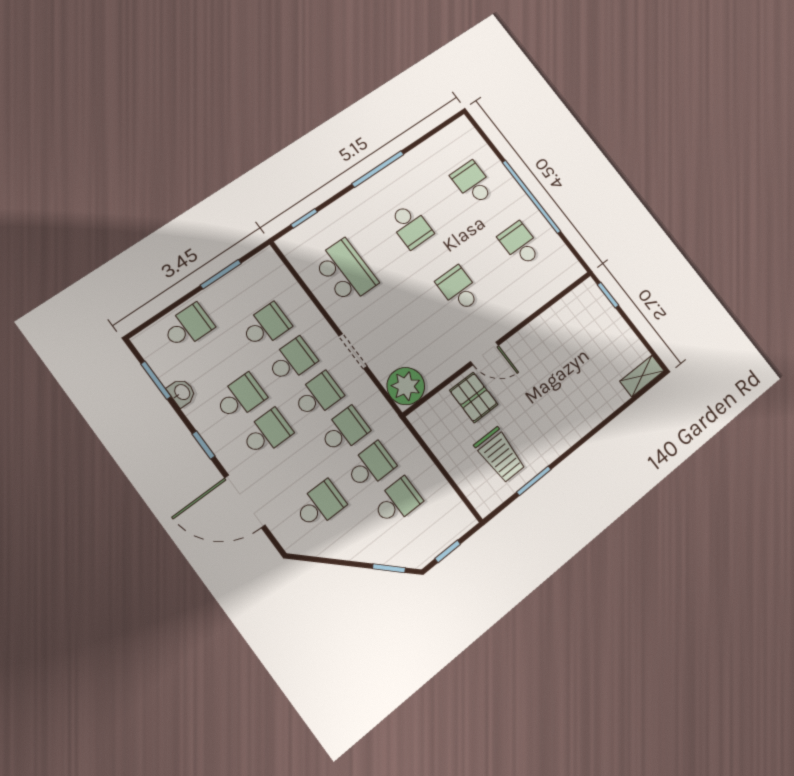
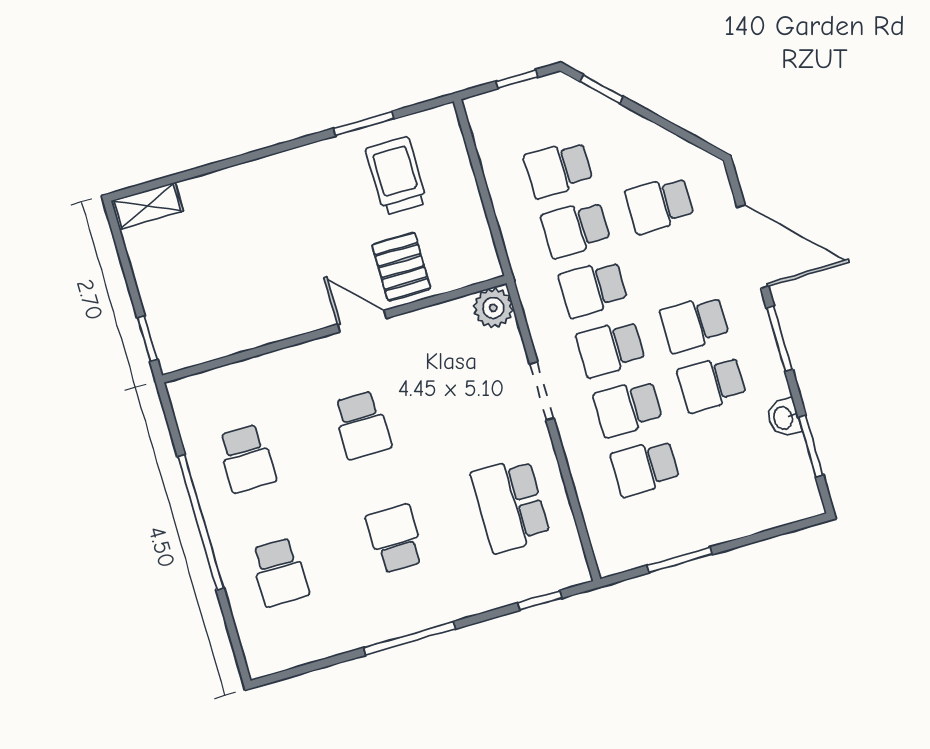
school desk: (188, 327) -> (746, 503), removed
plant: (406, 386) -> (493, 308), width x0.73, depth x0.73
window: (203, 445) -> (780, 339), width x1.50

